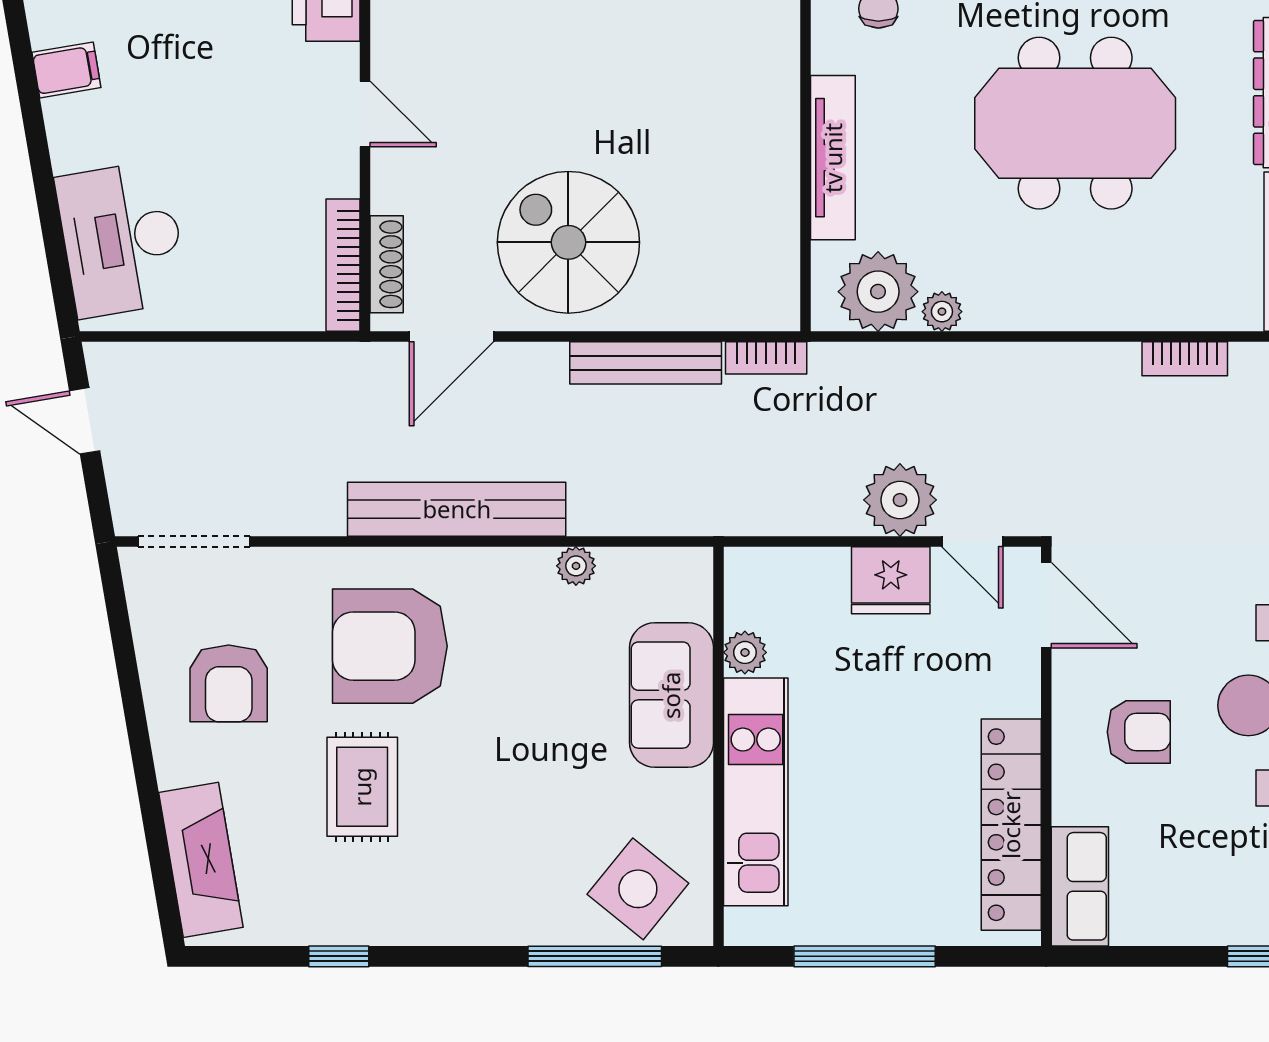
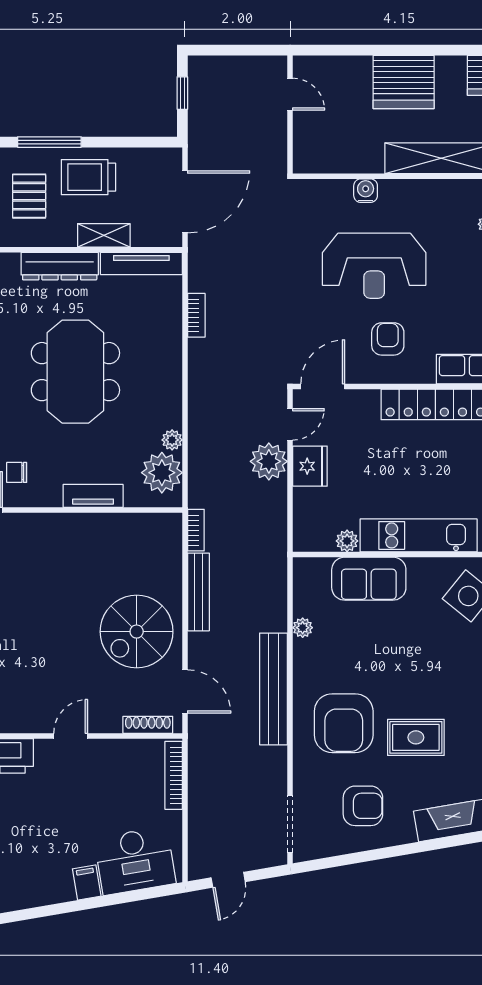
filing cabinet: (66, 70) -> (87, 882), moved
tv unit: (833, 158) -> (93, 496), width x0.71
bookcase: (343, 265) -> (174, 775), moved, turned 90

